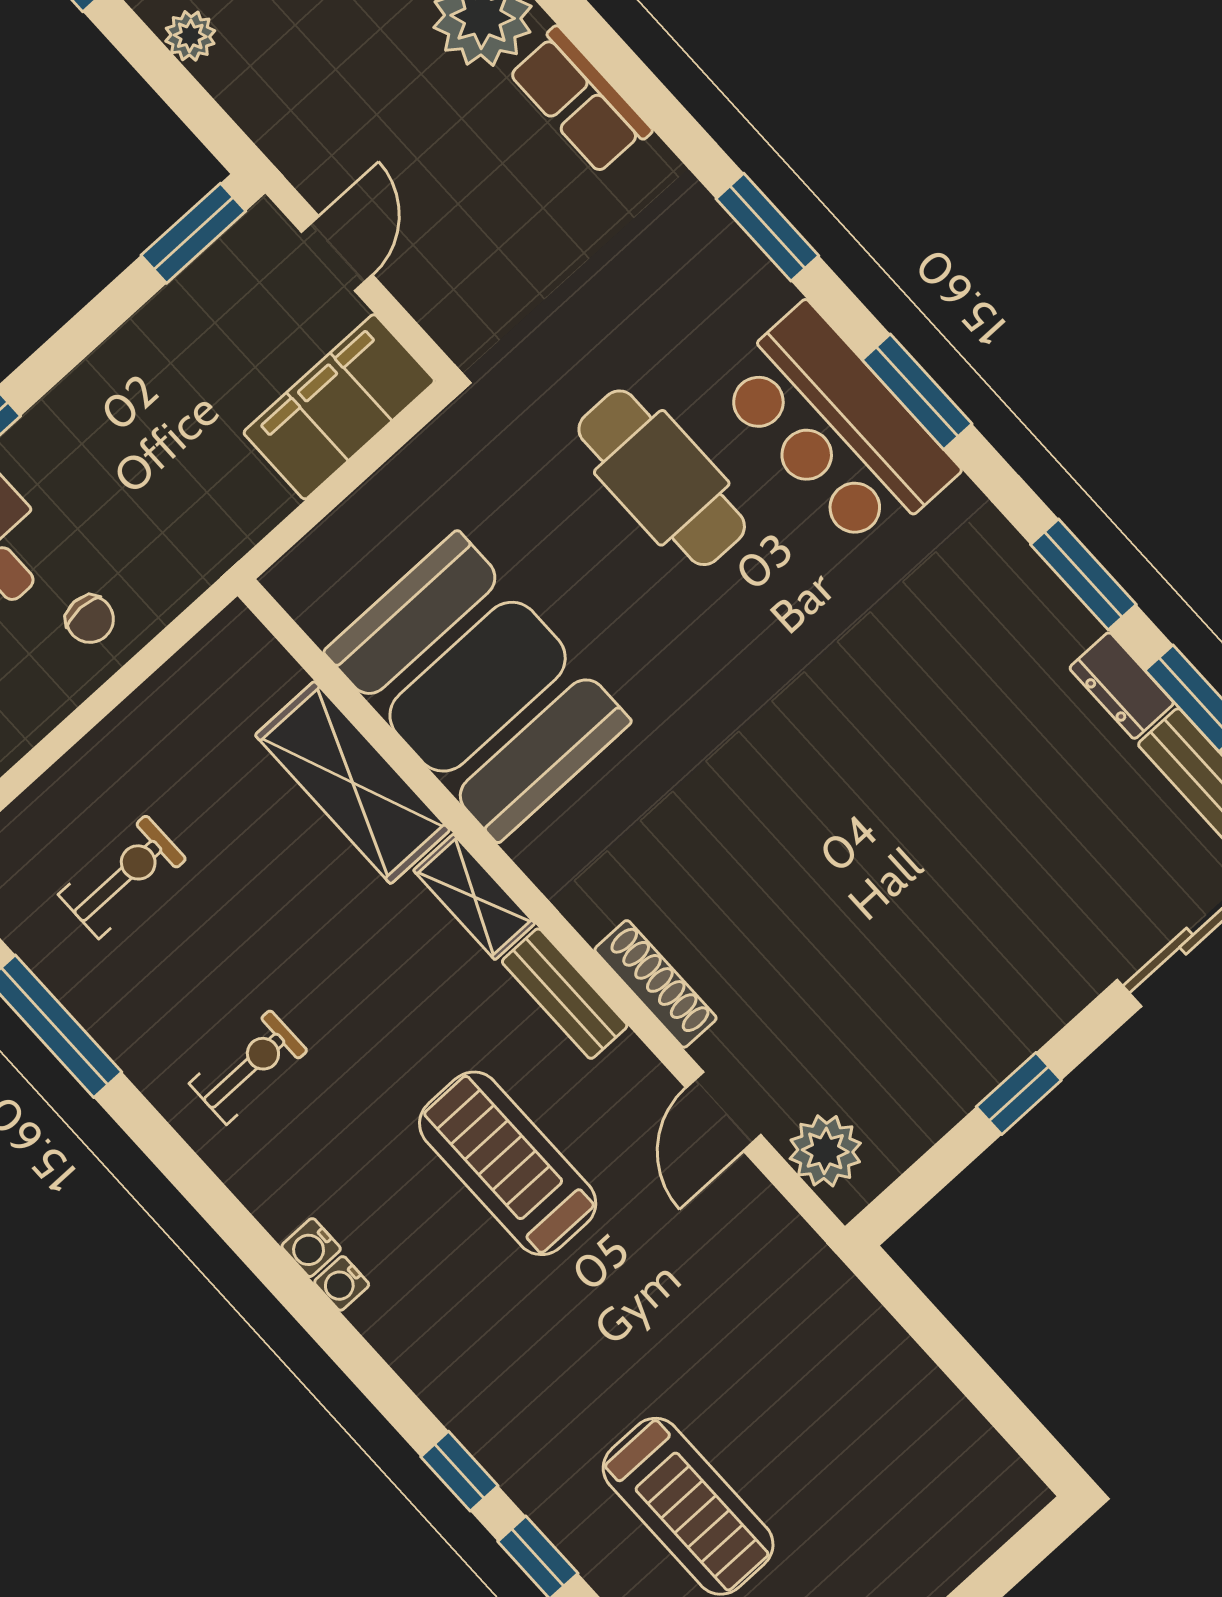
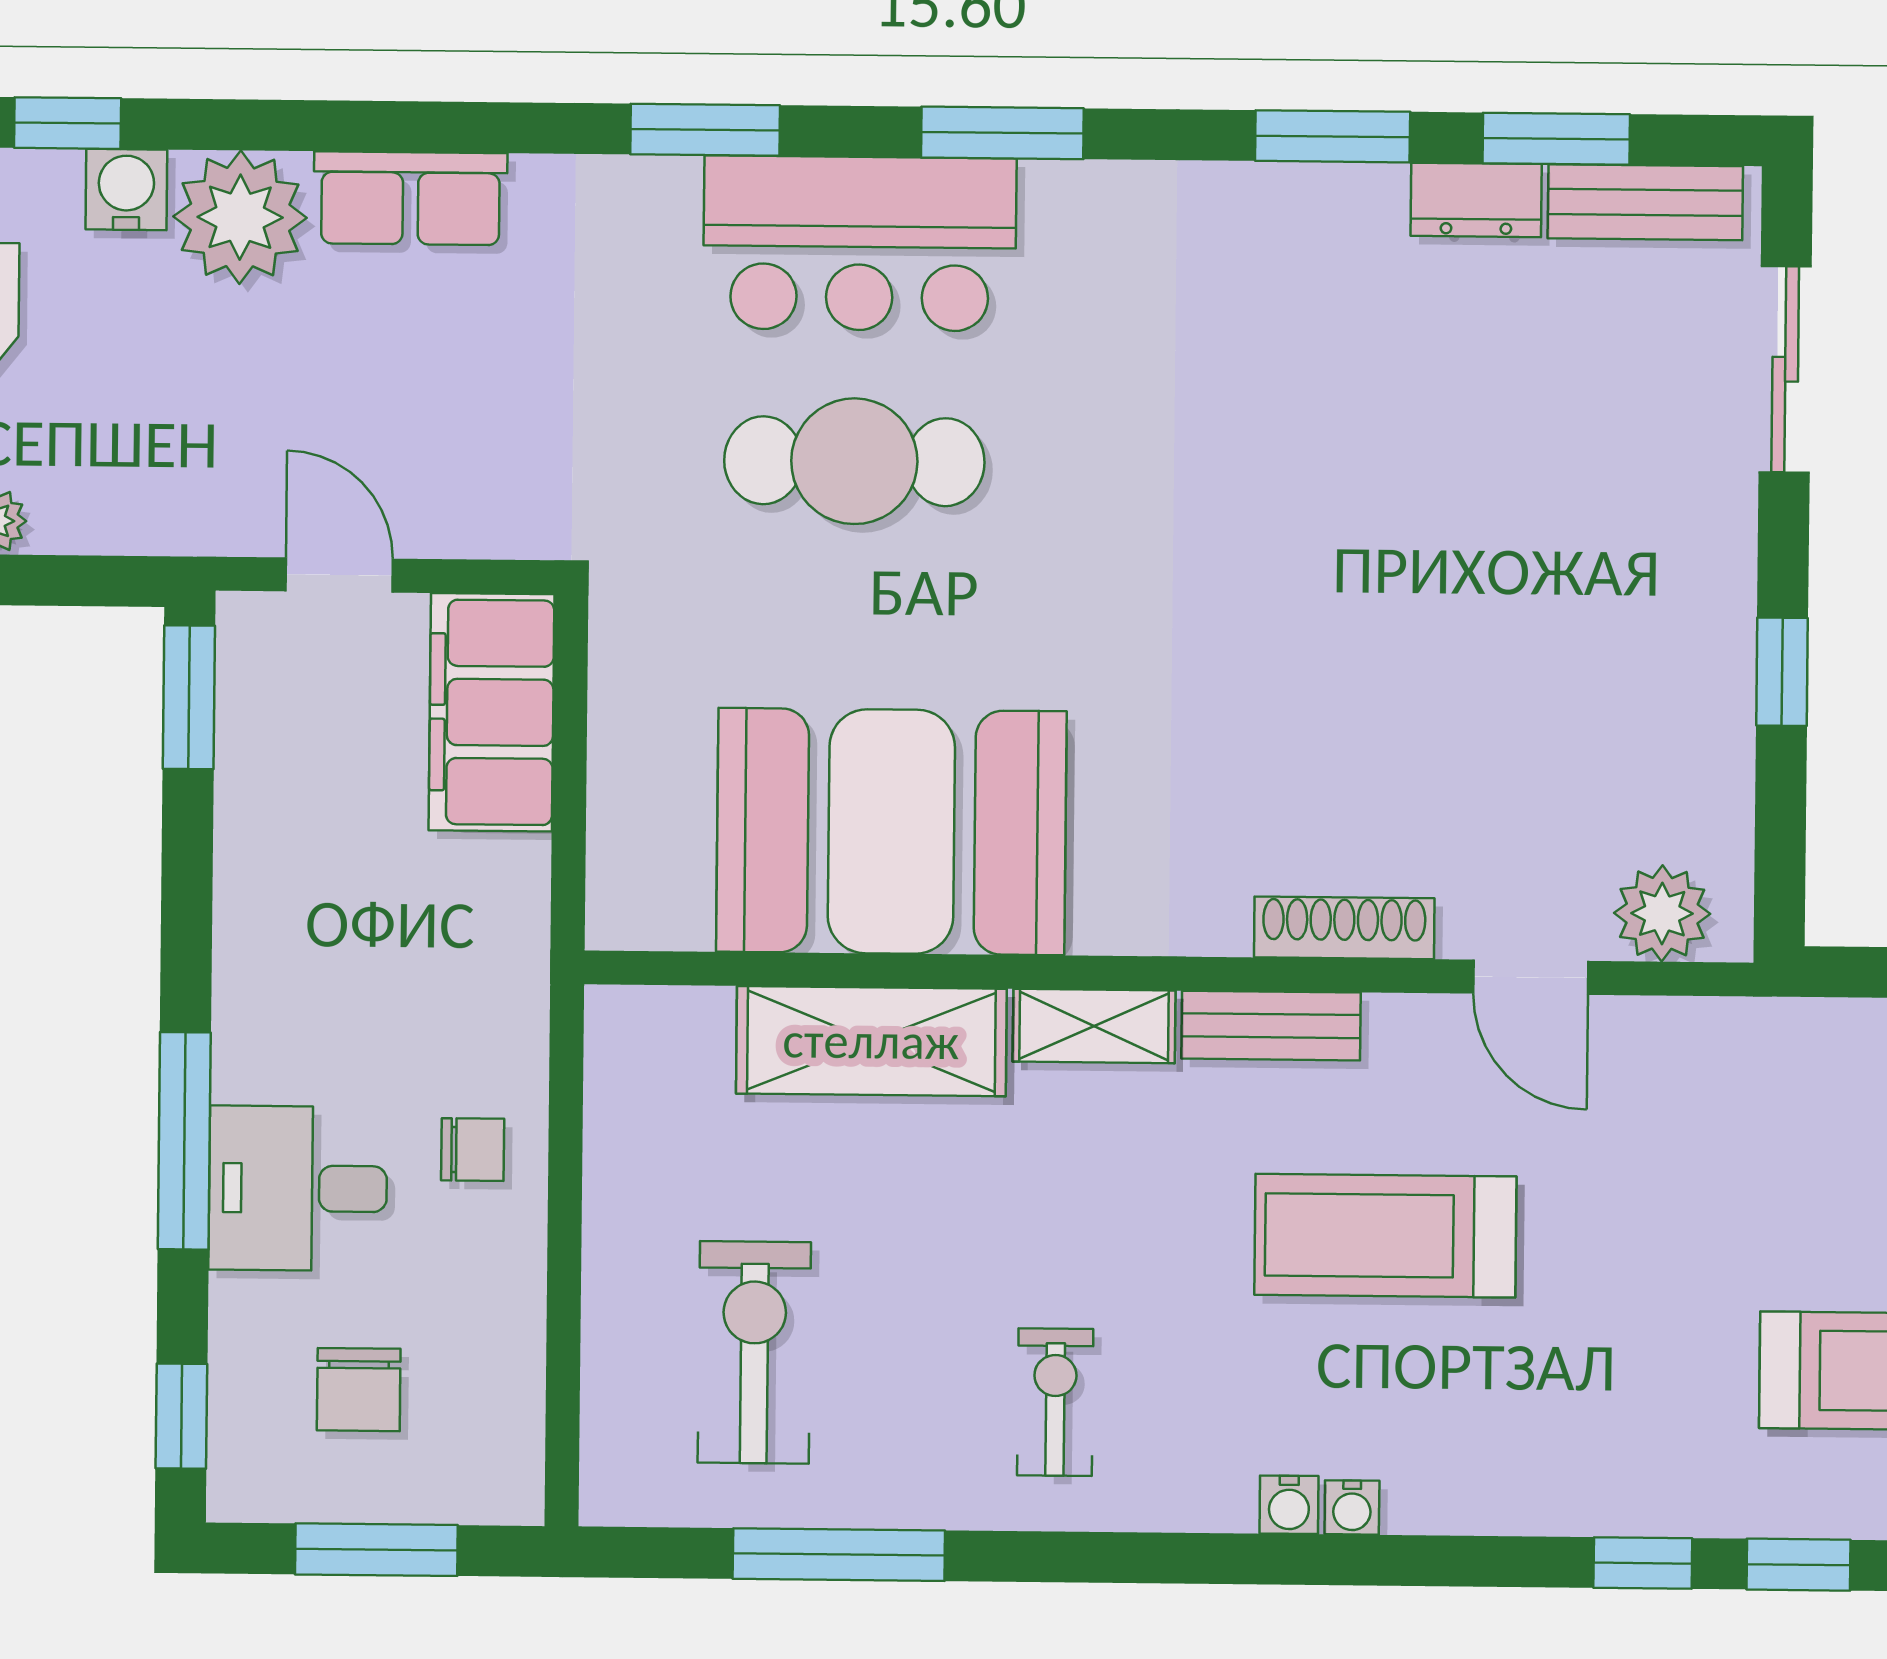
bar counter: (836, 428) -> (860, 244), moved
exercise bike: (122, 877) -> (754, 1352), width x1.38, depth x1.39

